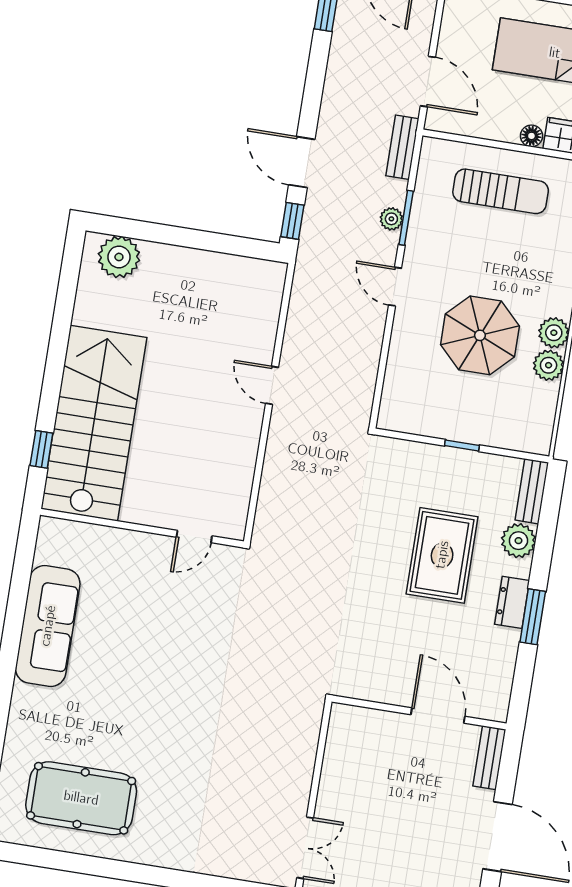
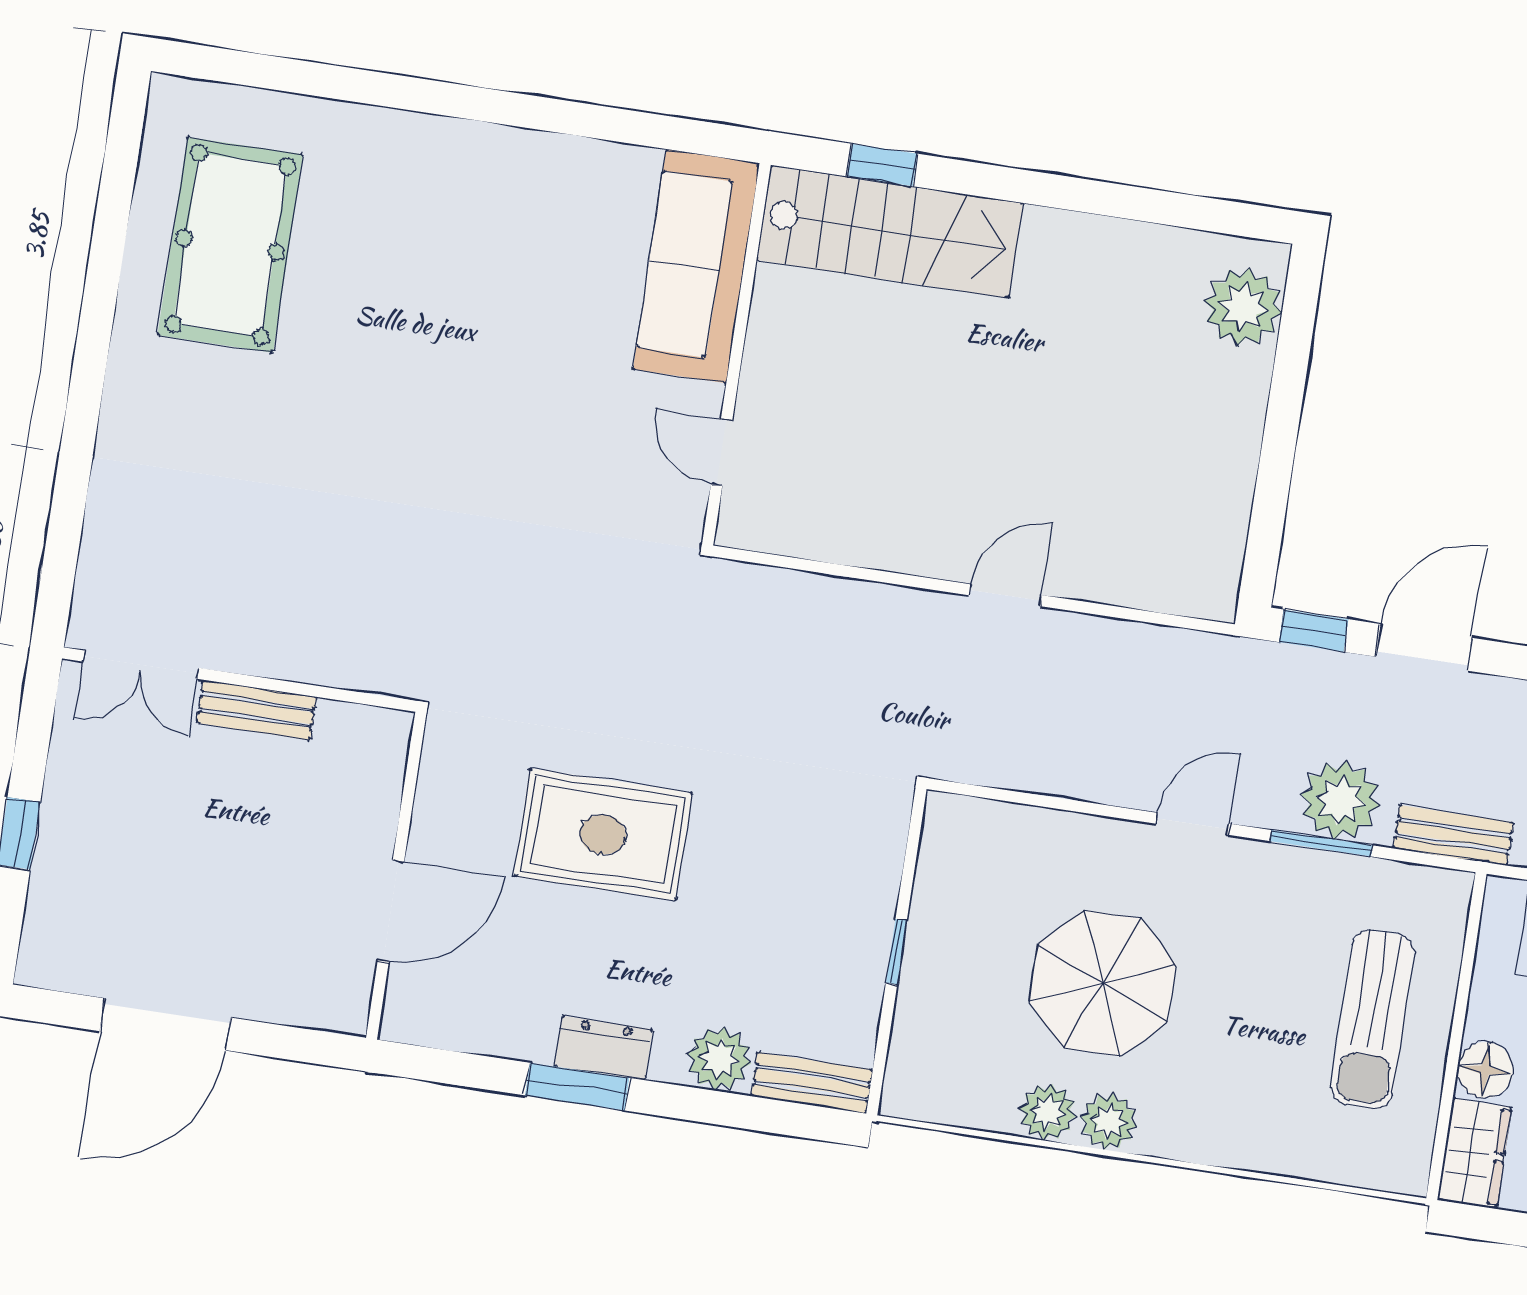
floor lamp: (531, 136) -> (1485, 1070), width x1.37, depth x1.37
plant: (391, 219) -> (1340, 800), width x1.88, depth x1.88
stairs: (94, 423) -> (890, 232), width x0.73, depth x0.66
rug: (442, 555) -> (603, 835), moved
sofa: (48, 626) -> (696, 266), moved, turned 90
bench: (489, 758) -> (257, 710), moved

